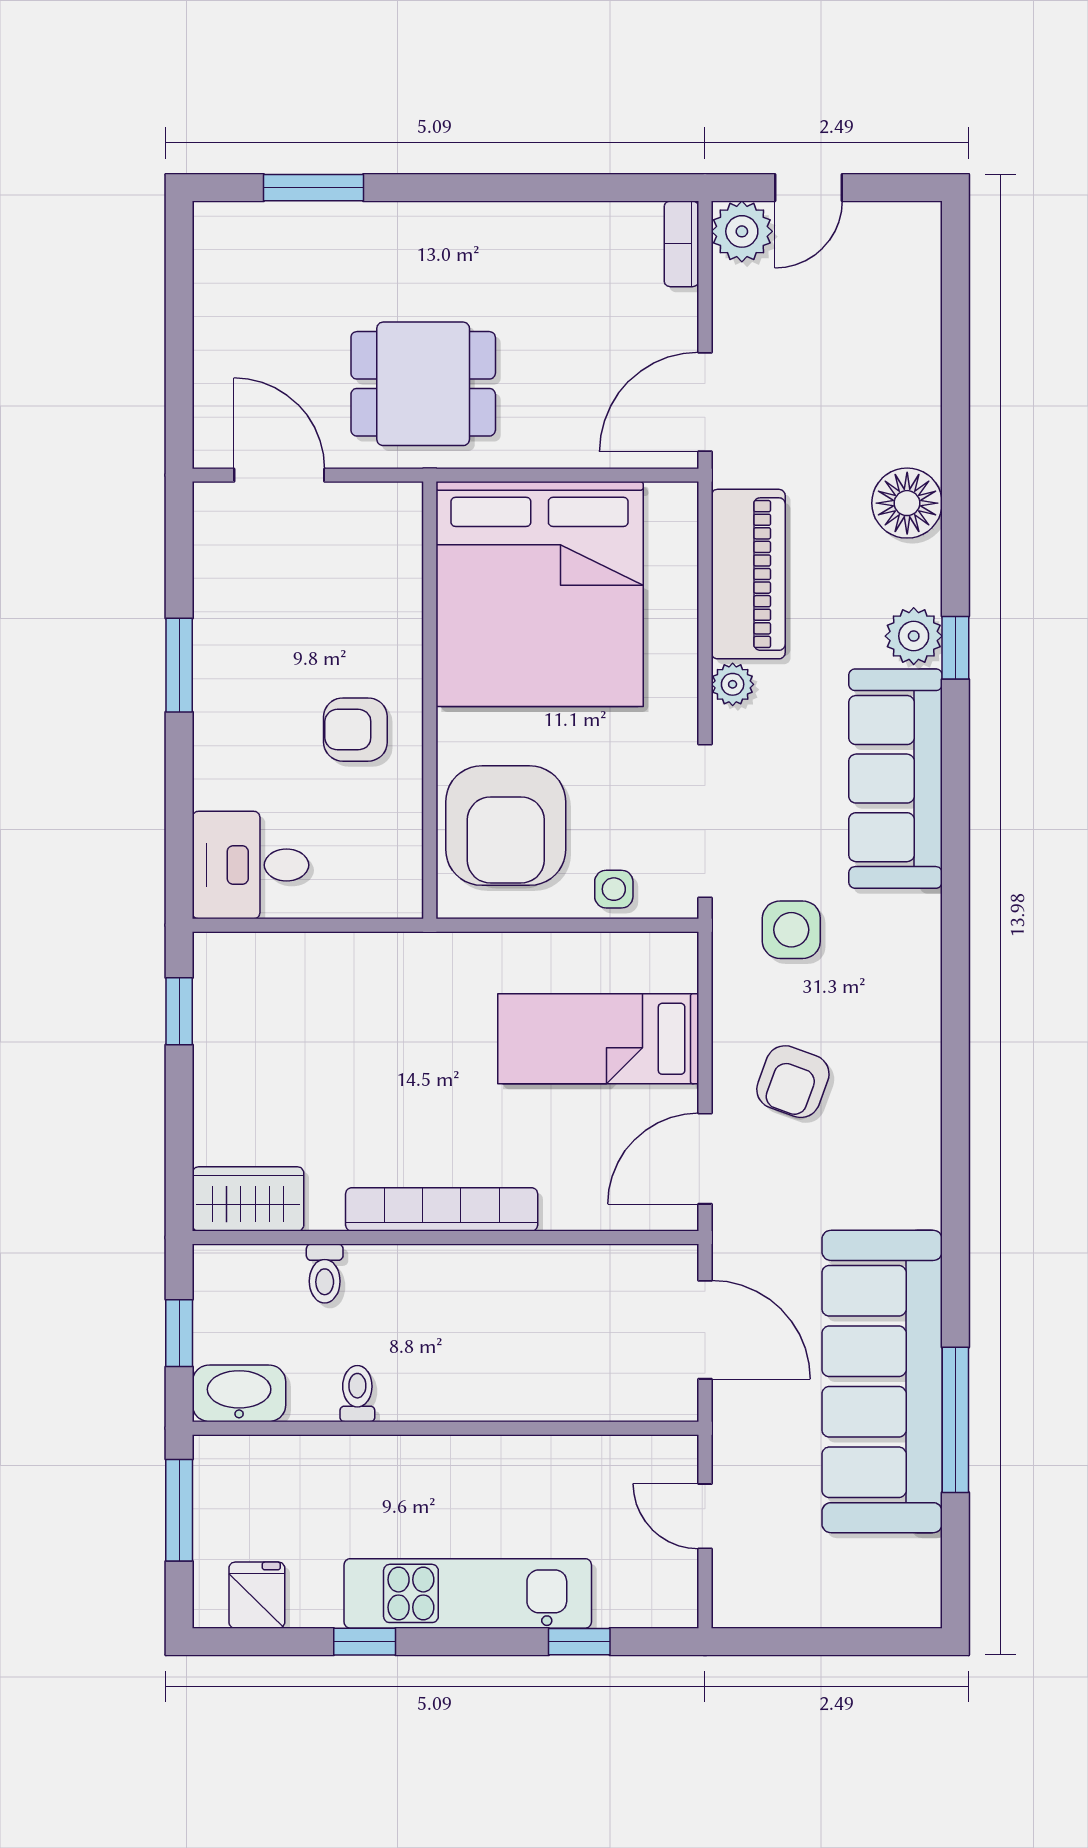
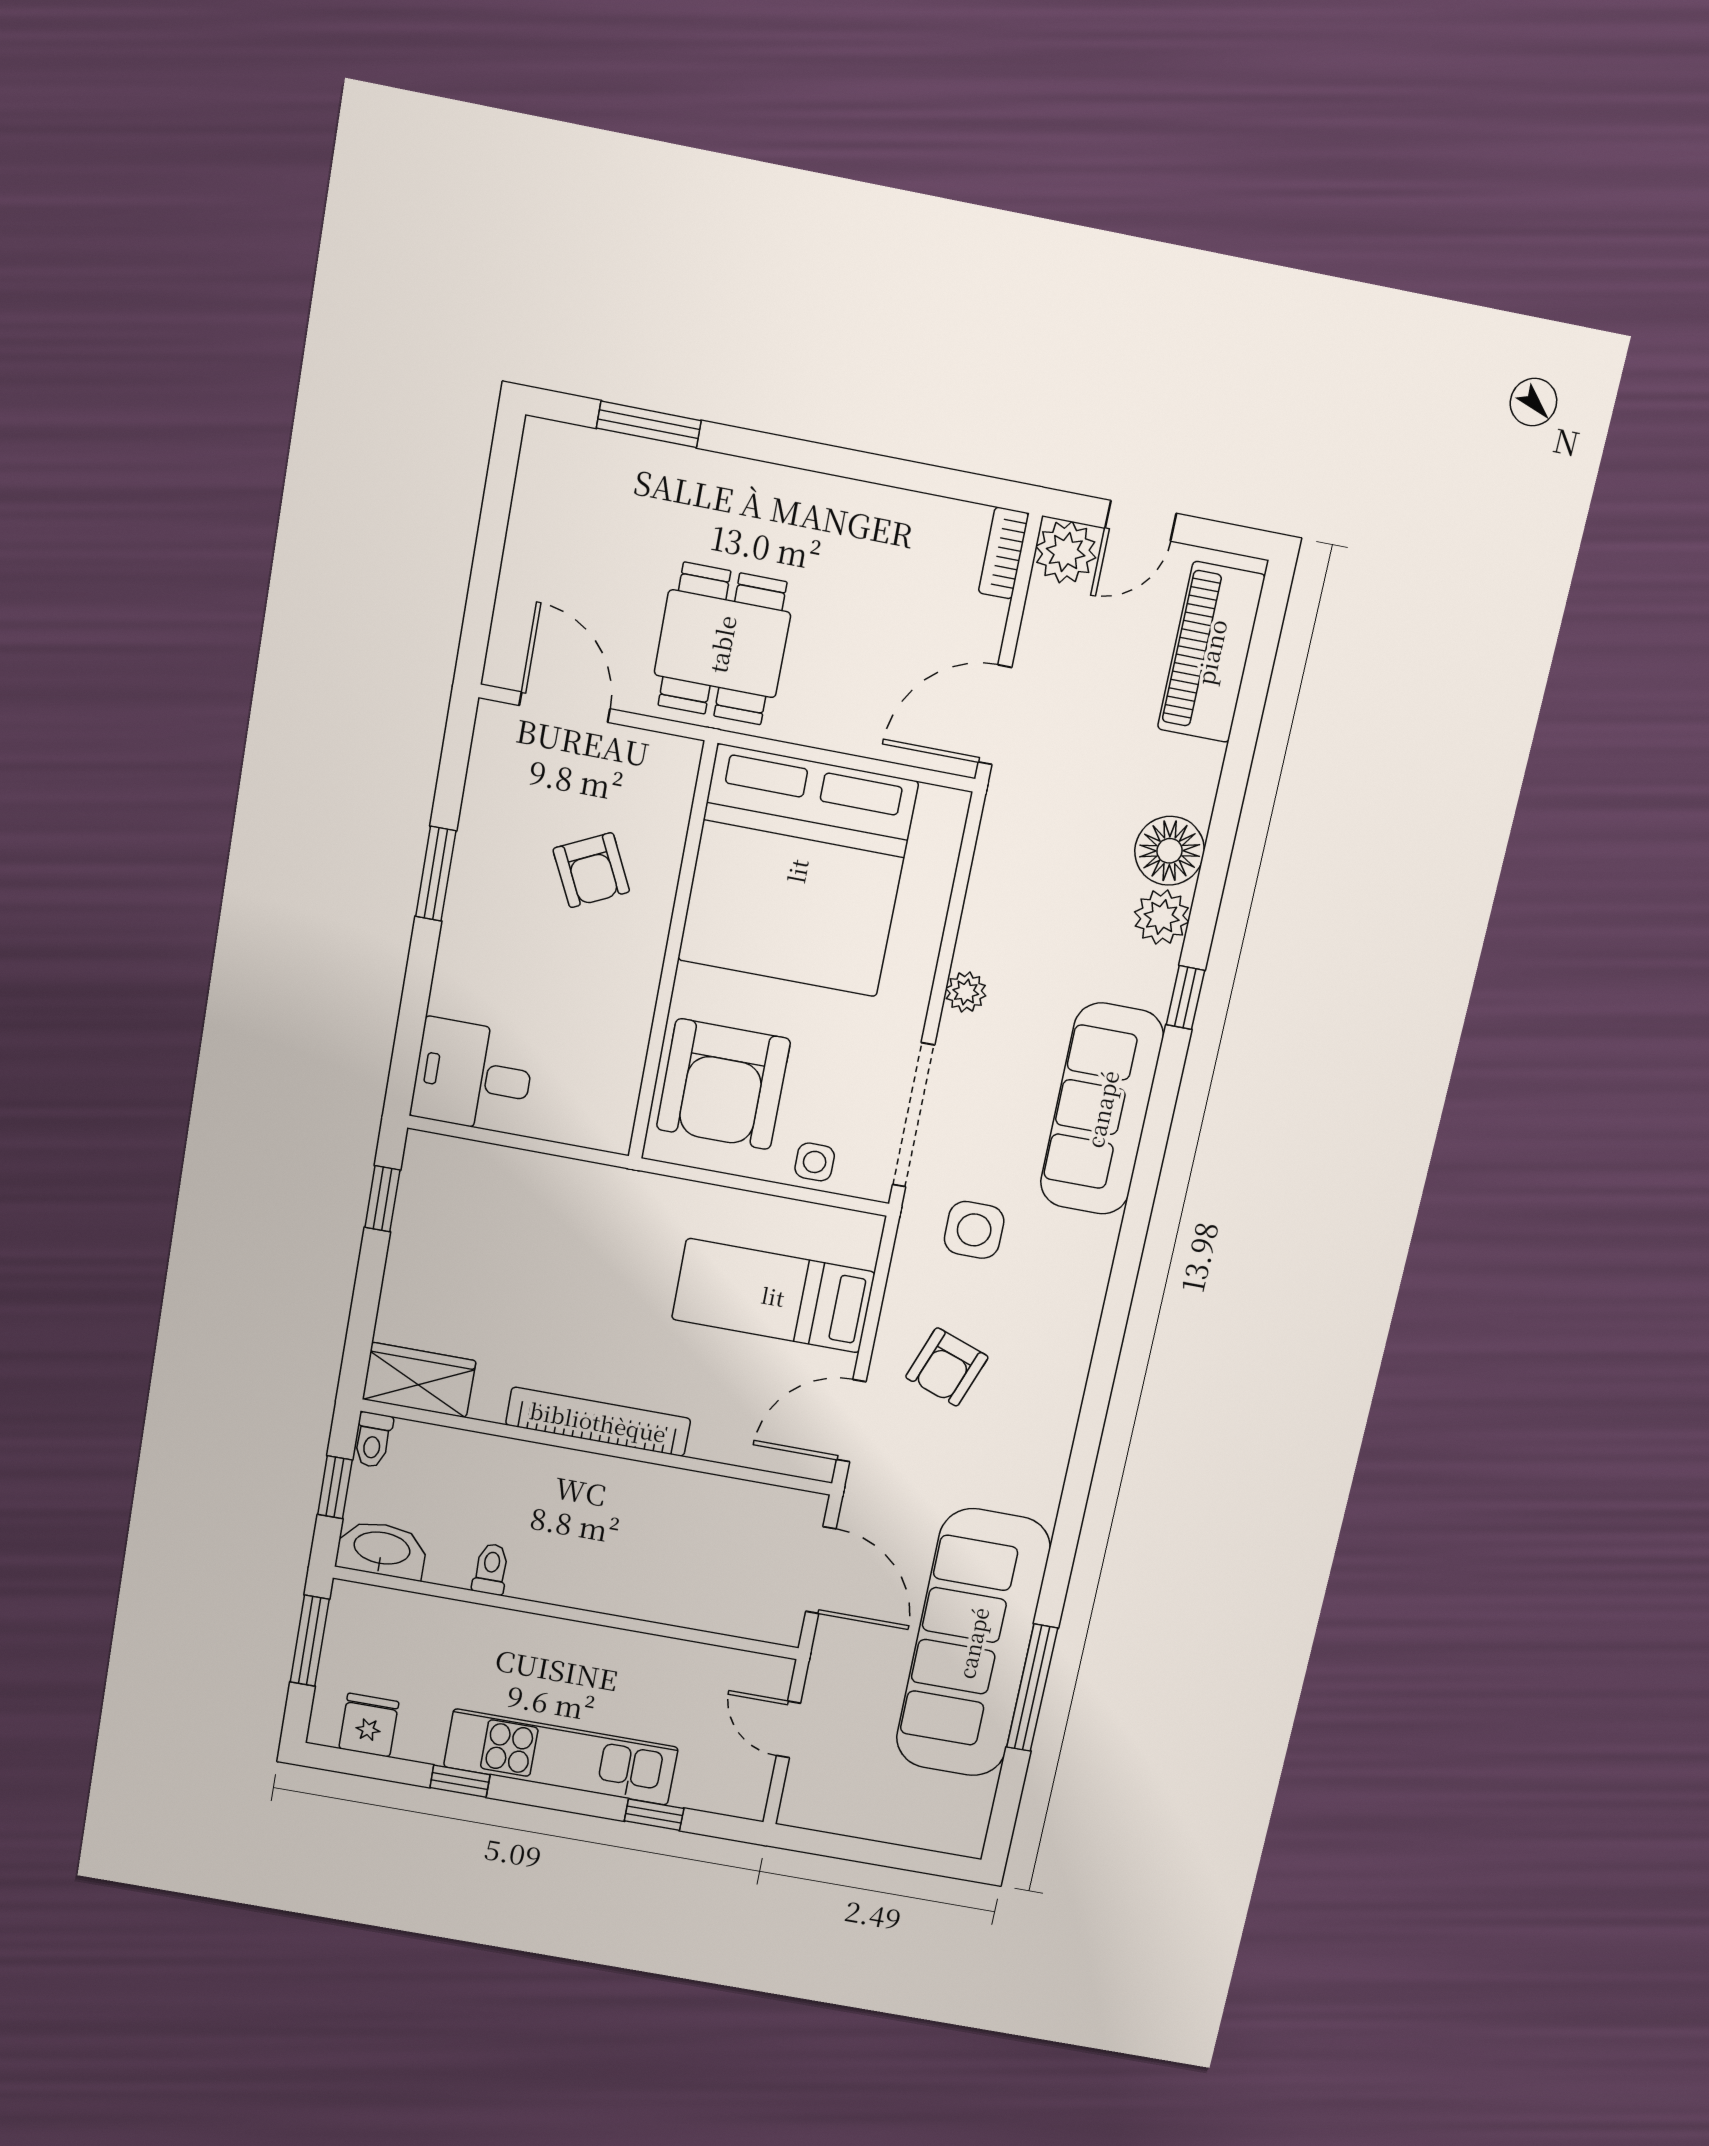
dining table: (423, 384) -> (722, 644), turned 90
piano: (748, 574) -> (1211, 652), moved, turned 180
plant: (914, 636) -> (1162, 917), moved
armchair: (355, 730) -> (591, 870), moved, turned -116
toilet: (325, 1274) -> (373, 1440), moved

